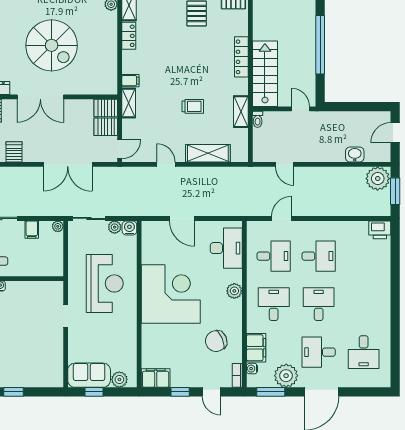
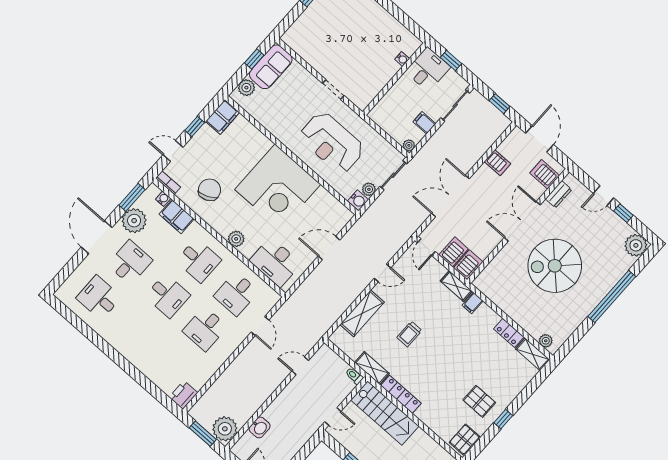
locker: (241, 57) -> (401, 394), moved

